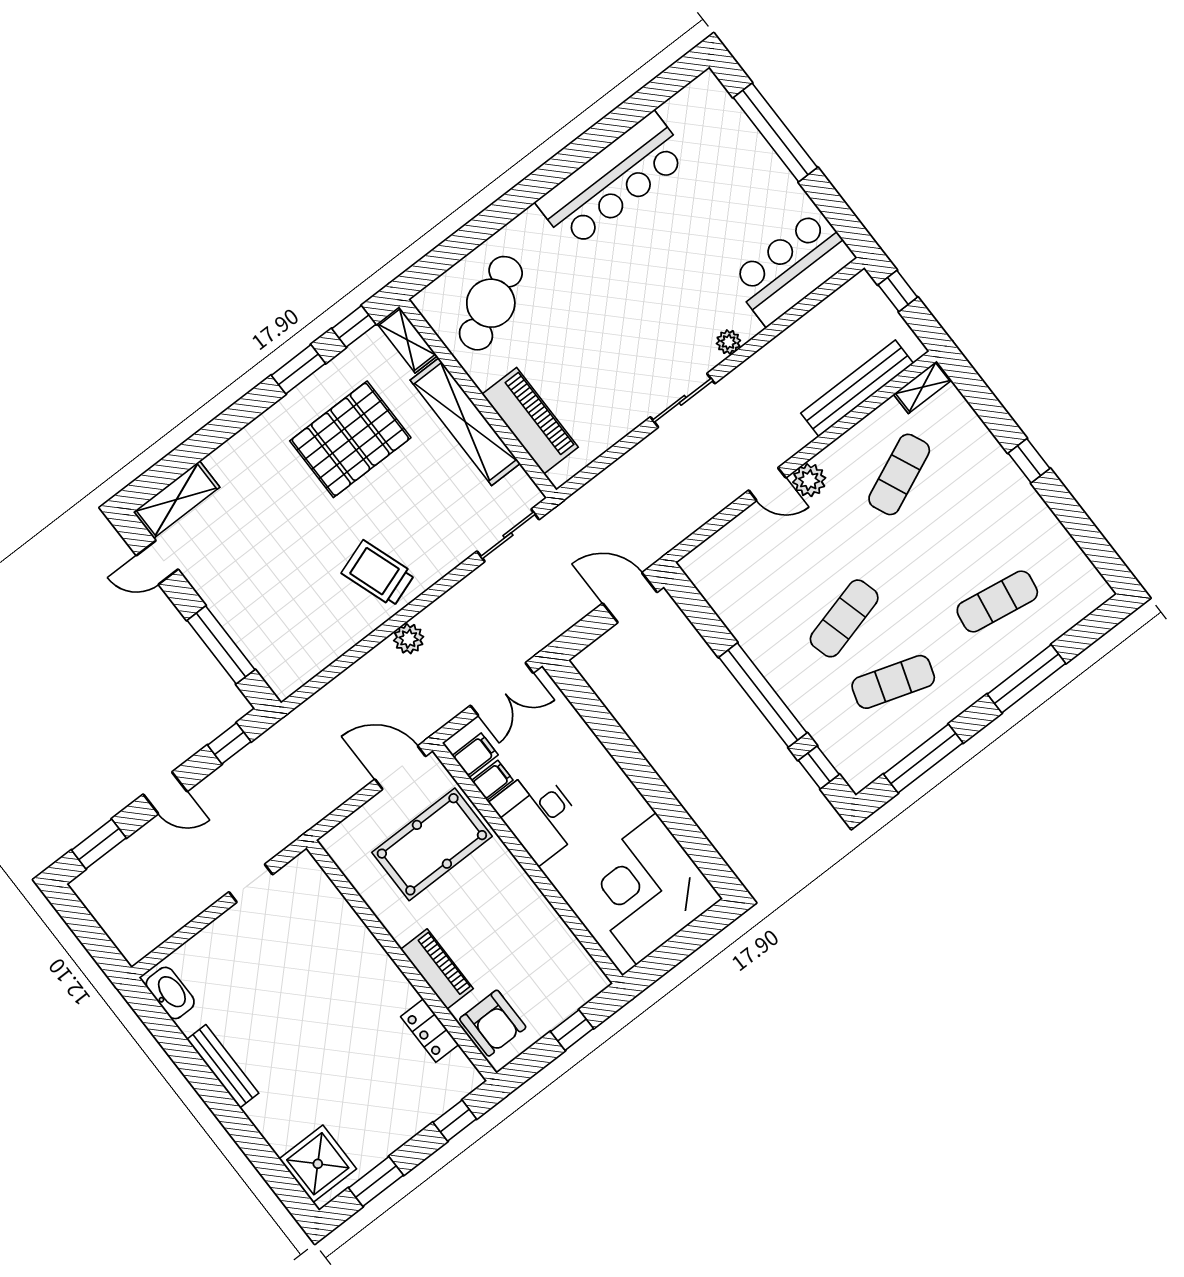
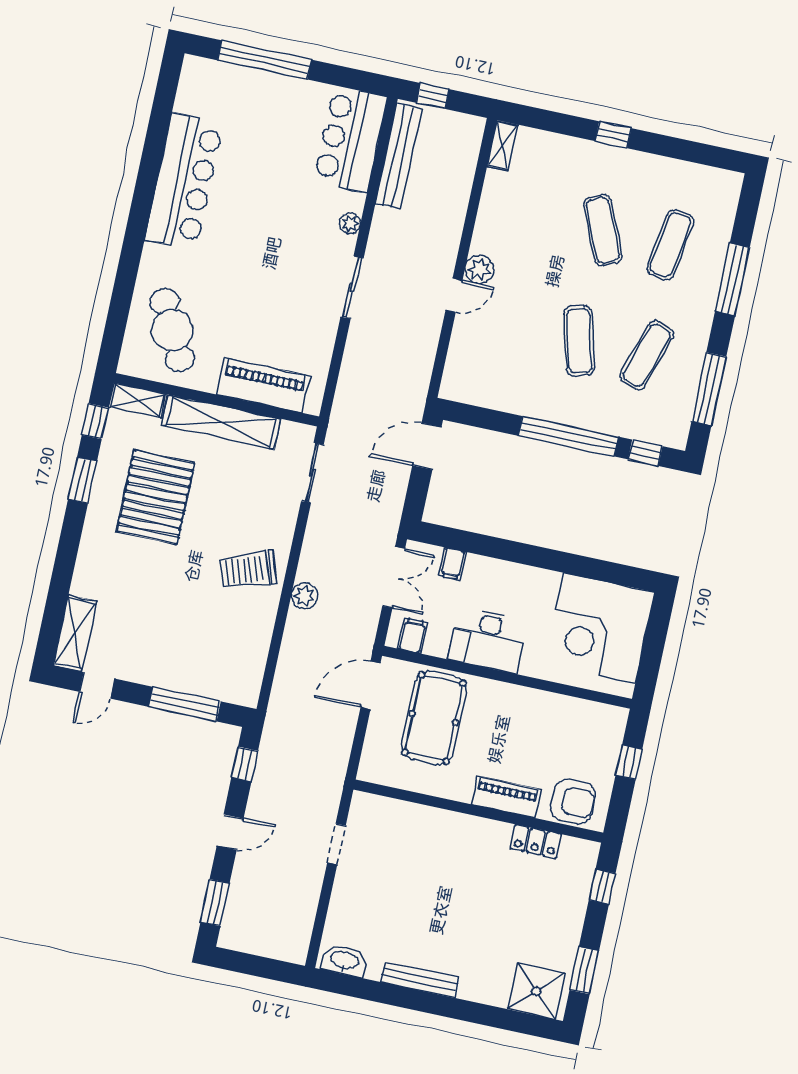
bench: (857, 388) -> (399, 156), moved
exercise mat: (899, 474) -> (603, 230), moved
filing cabinet: (492, 780) -> (453, 564), moved, turned 180

